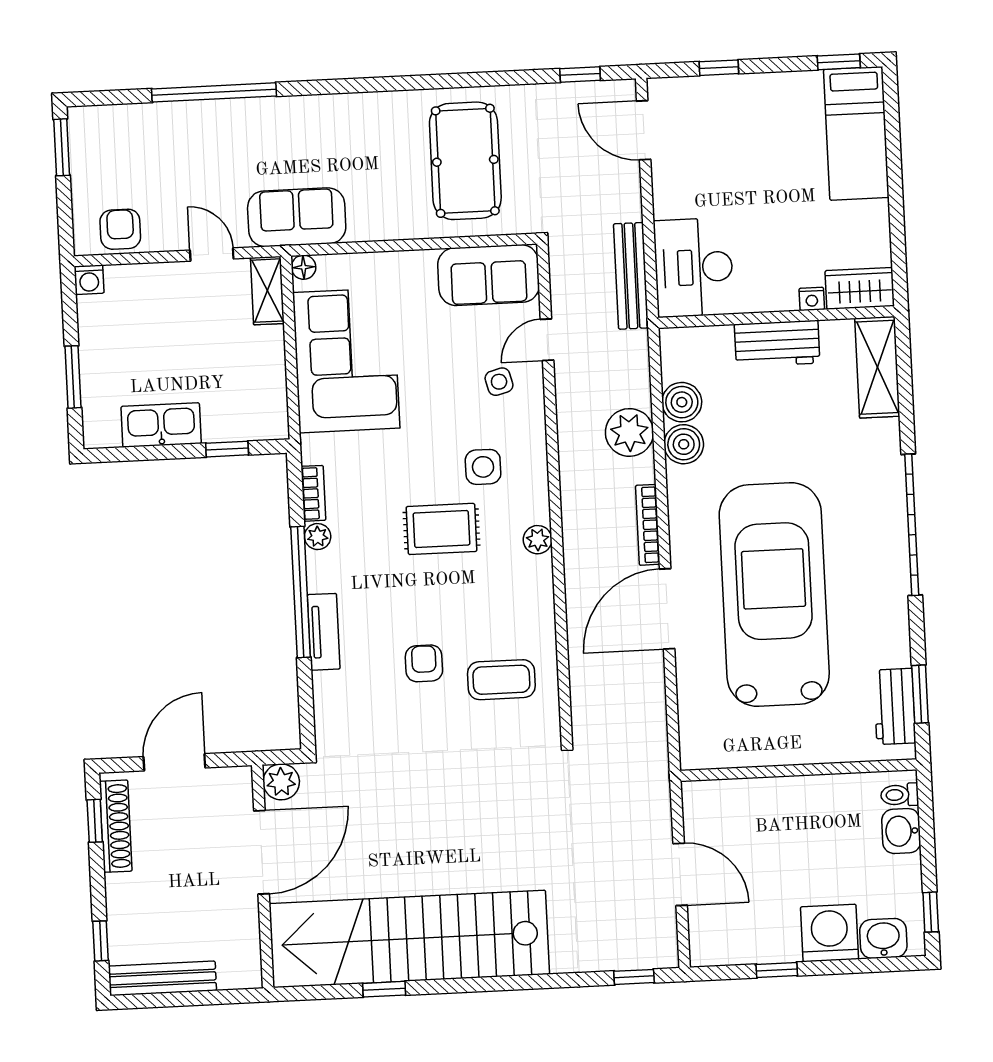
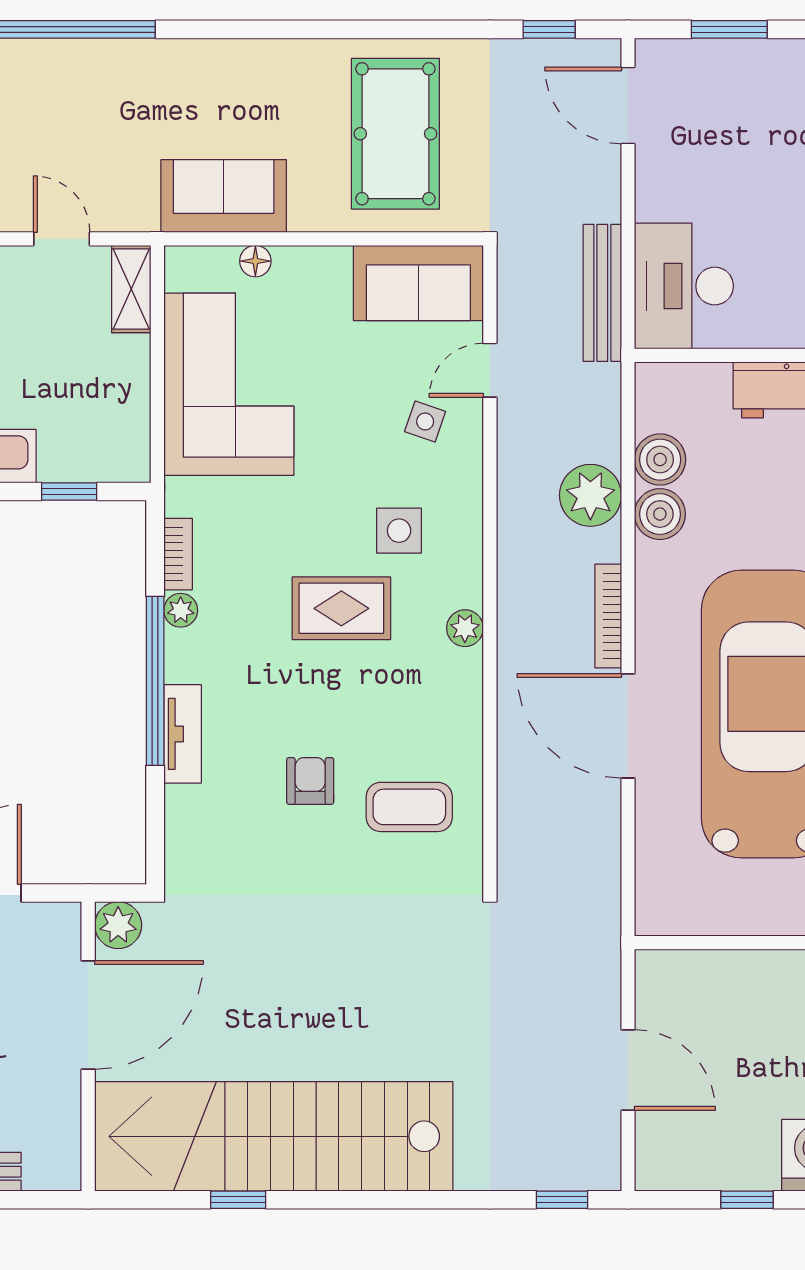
window: (719, 68) -> (729, 29), width x1.50
sofa: (297, 217) -> (224, 196), moved
floor lamp: (304, 267) -> (255, 261), moved
side table: (499, 382) -> (425, 421), turned 34
door: (667, 609) -> (628, 726), hinge flipped

